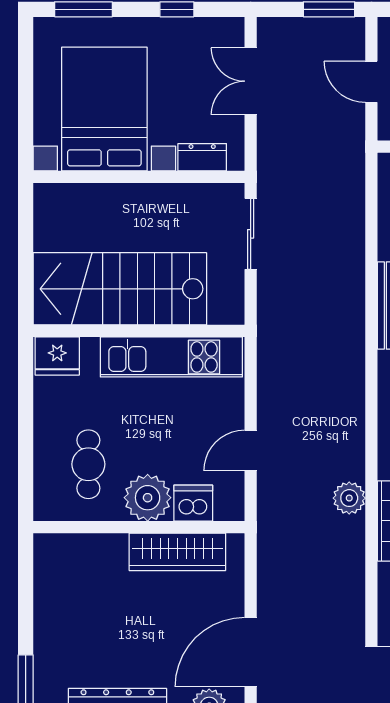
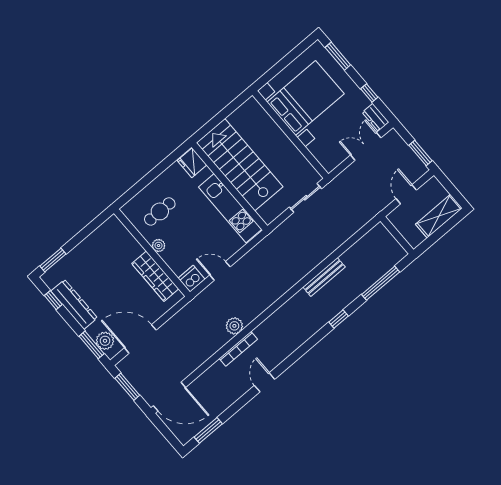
dresser: (202, 157) -> (376, 117), moved, turned 180
plant: (148, 498) -> (159, 246), width x0.53, depth x0.53
dishwasher: (193, 503) -> (192, 279), moved, turned -90

